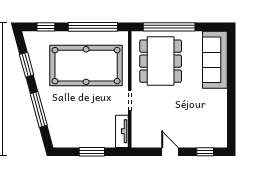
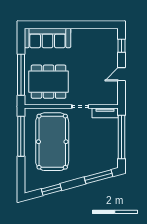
window: (46, 27) -> (21, 174), removed
window: (39, 110) -> (98, 177), moved
window: (92, 152) -> (122, 137), width x2.11

